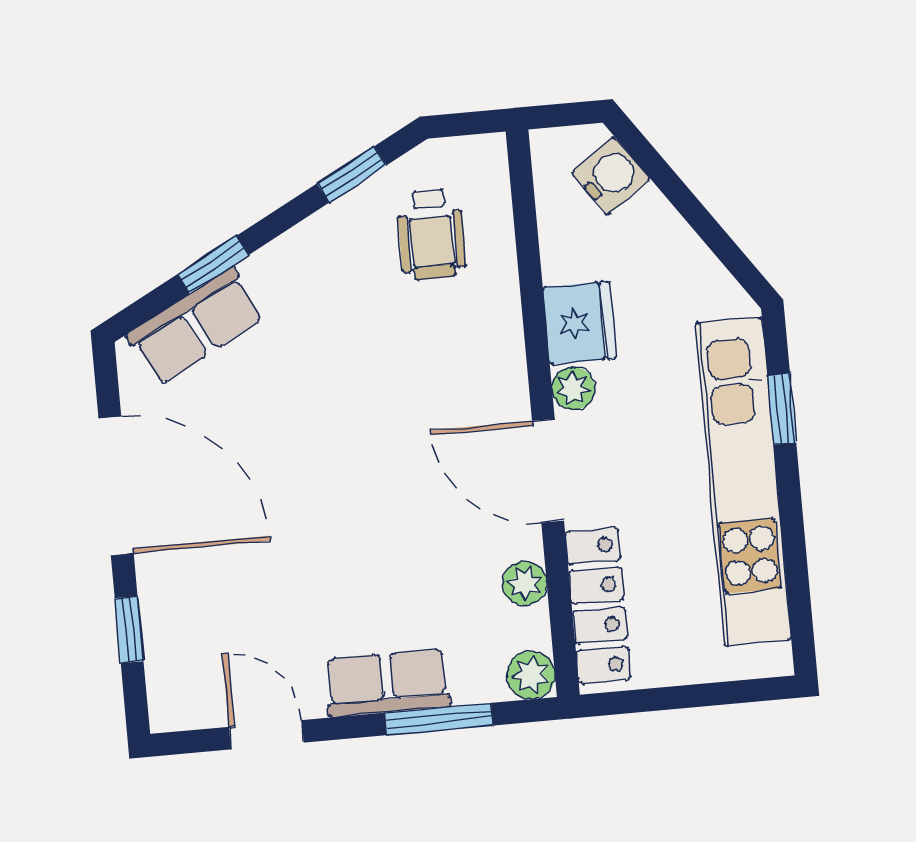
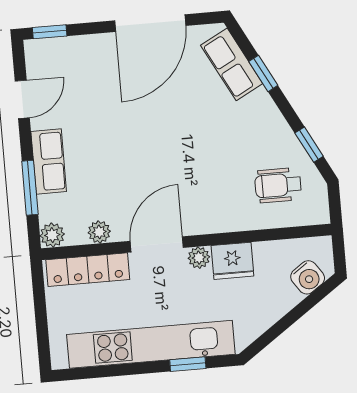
window: (129, 630) -> (50, 32), moved

